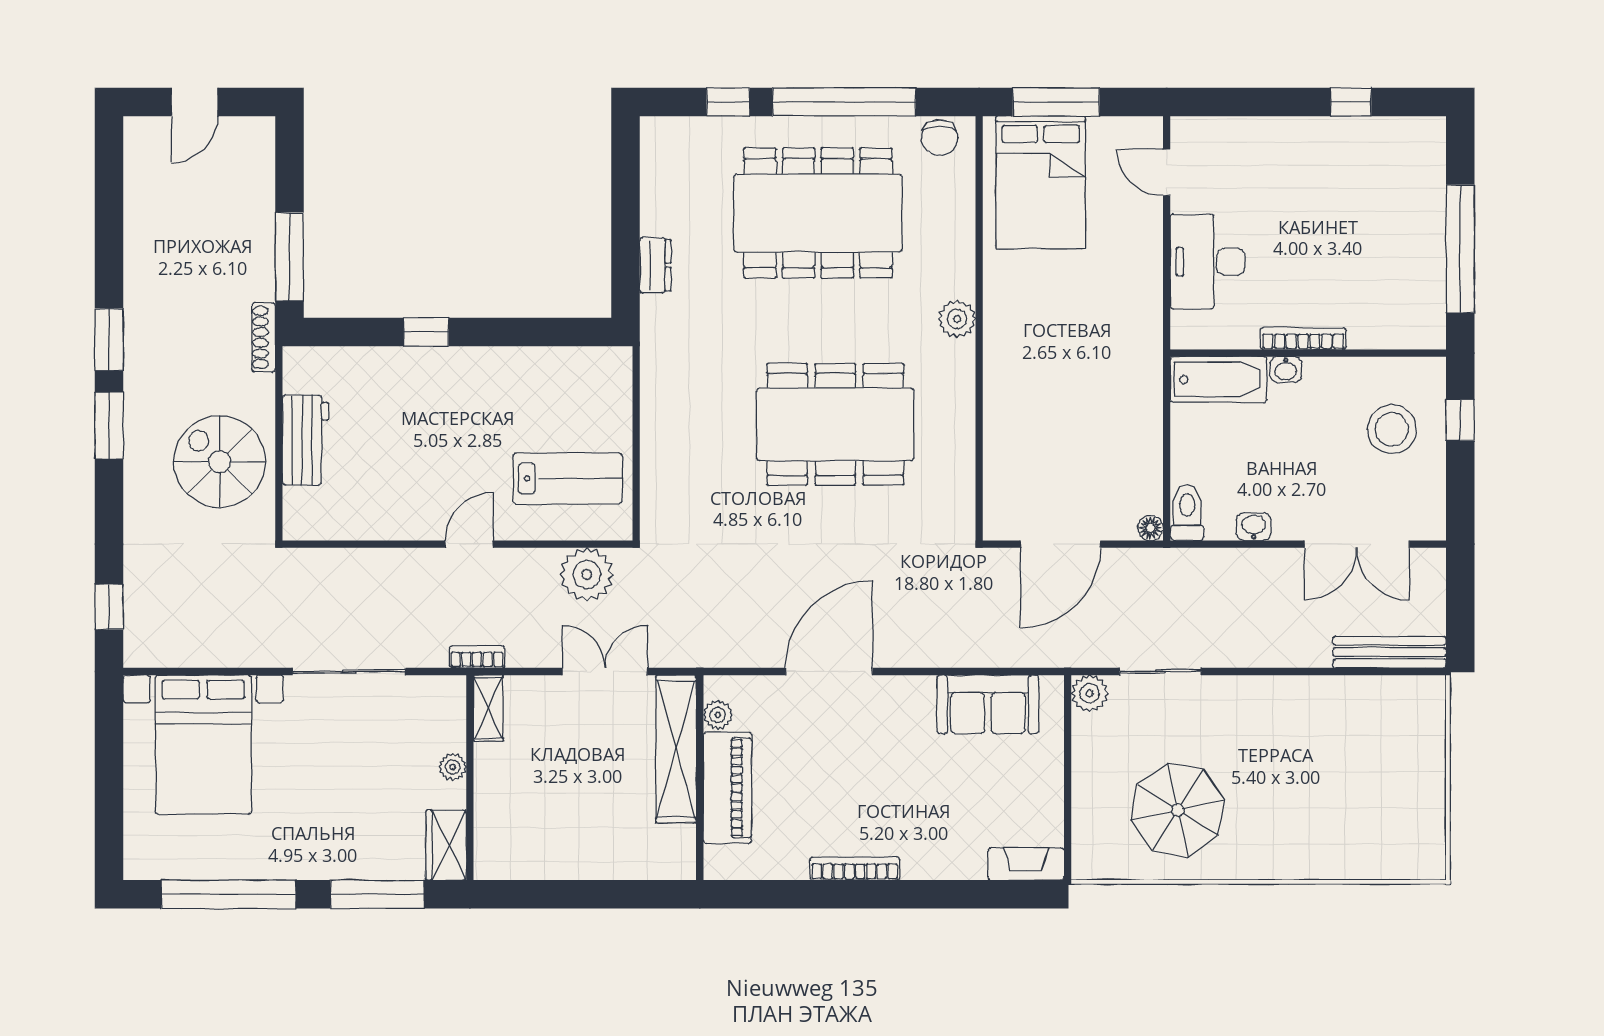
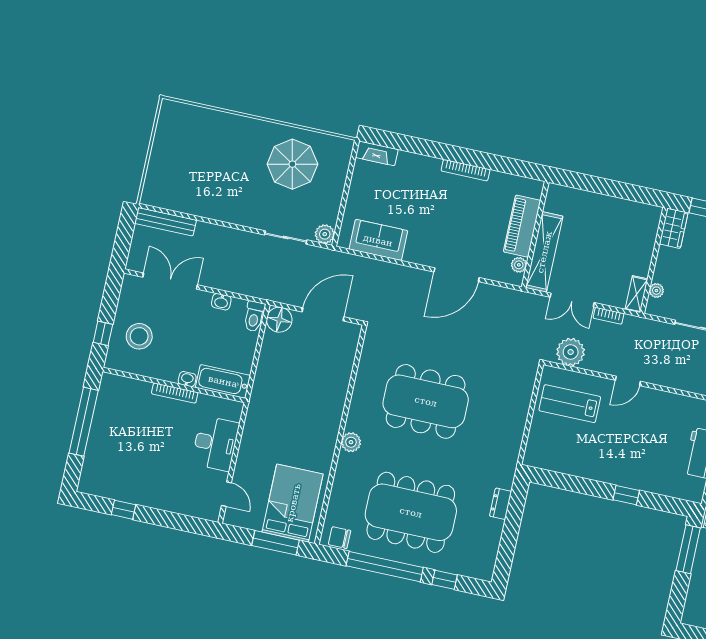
chair: (940, 138) -> (340, 538), turned -90
floor lamp: (1150, 528) -> (279, 320), width x1.89, depth x1.89
bookcase: (477, 657) -> (609, 316), moved
plant: (453, 767) -> (656, 291), moved

